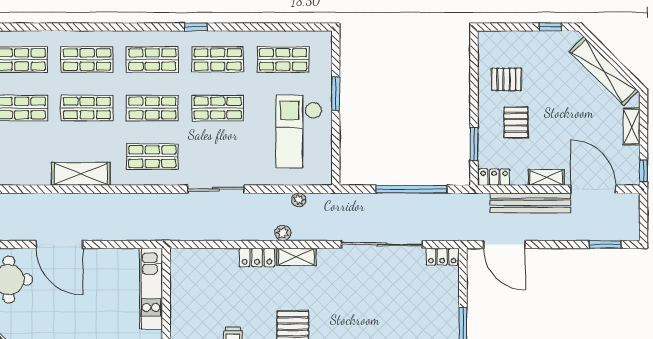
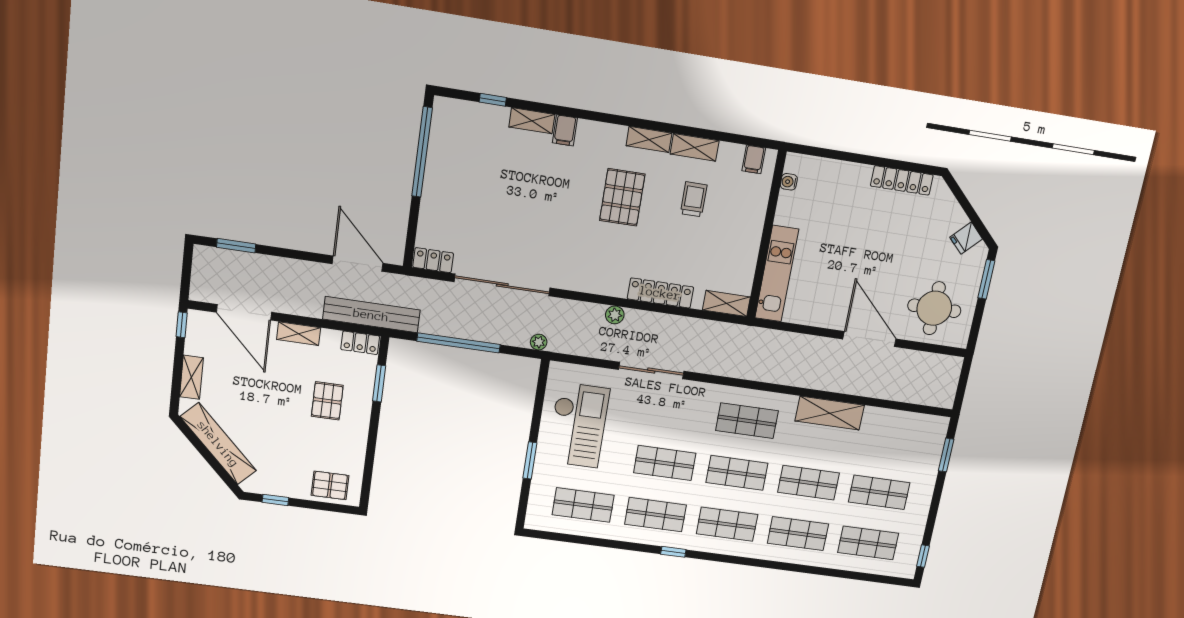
pallet: (506, 79) -> (330, 485), moved
sliding door: (216, 189) -> (651, 370), moved
plant: (299, 200) -> (539, 342), moved
bench: (530, 203) -> (371, 315), moved
shelving: (296, 257) -> (726, 303), moved
locker: (257, 258) -> (660, 293), width x1.53

